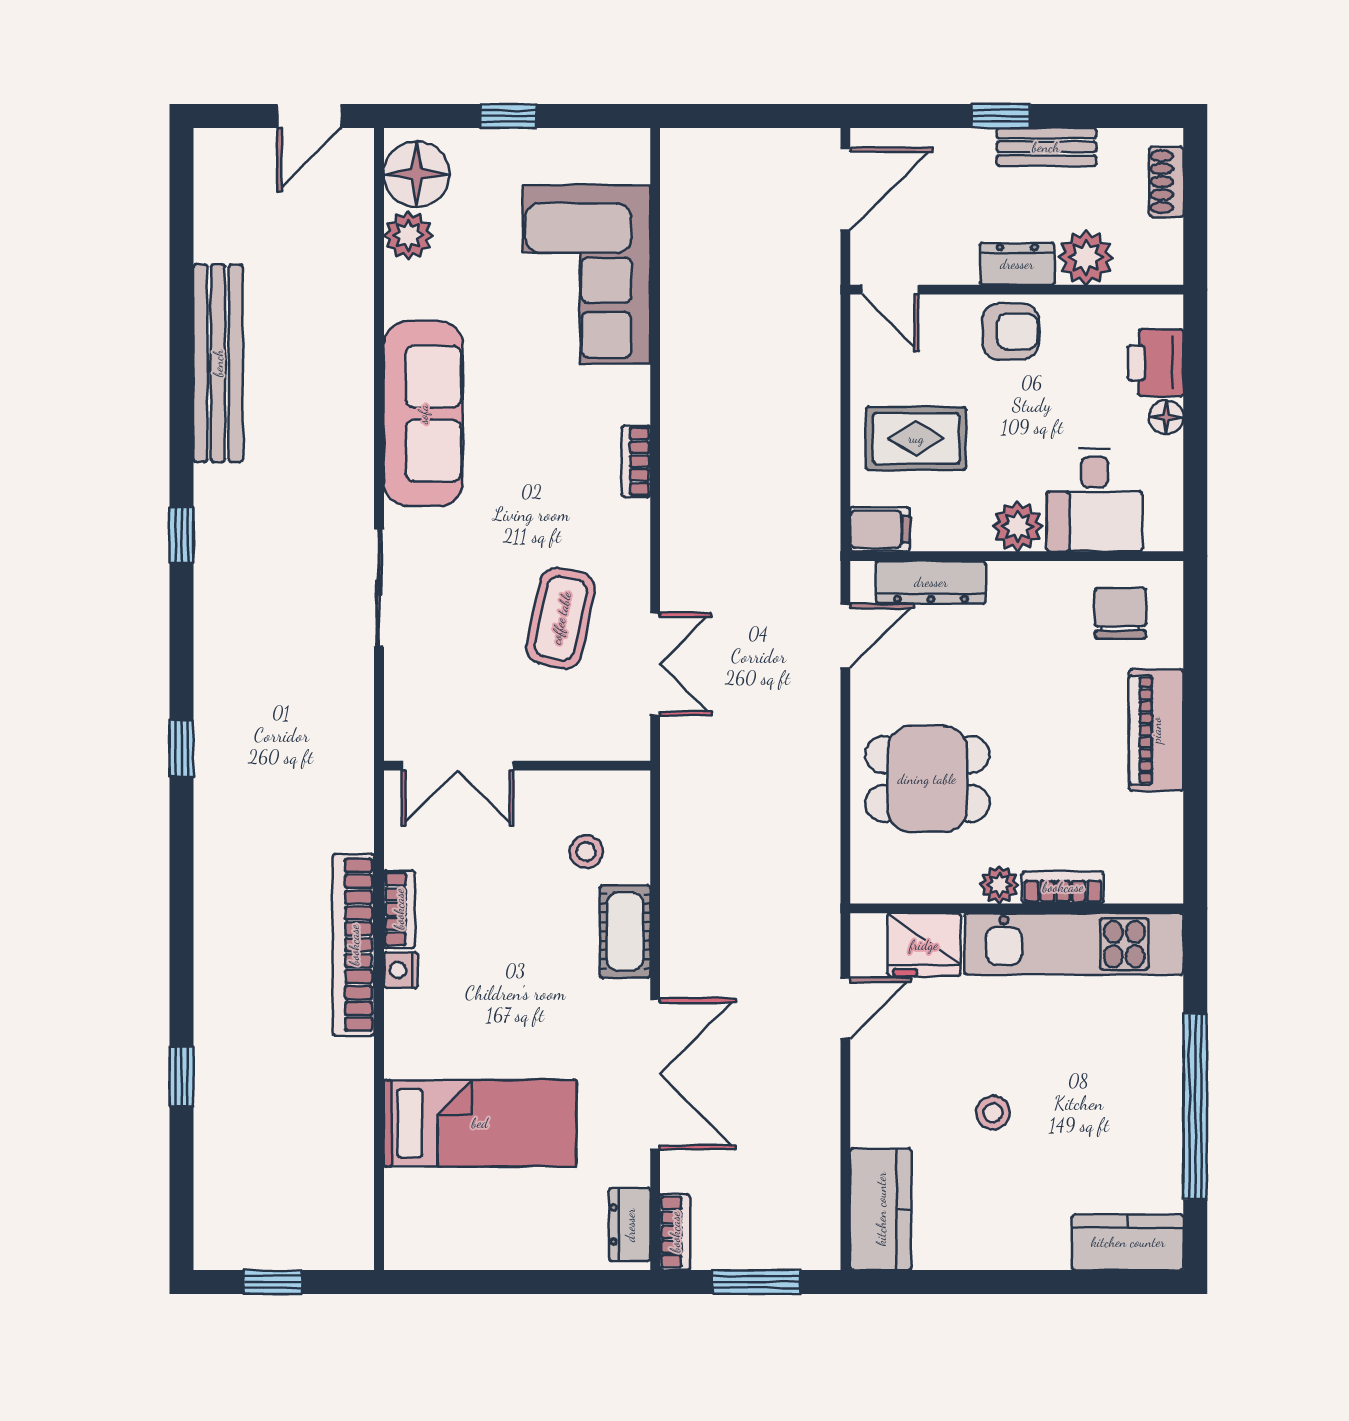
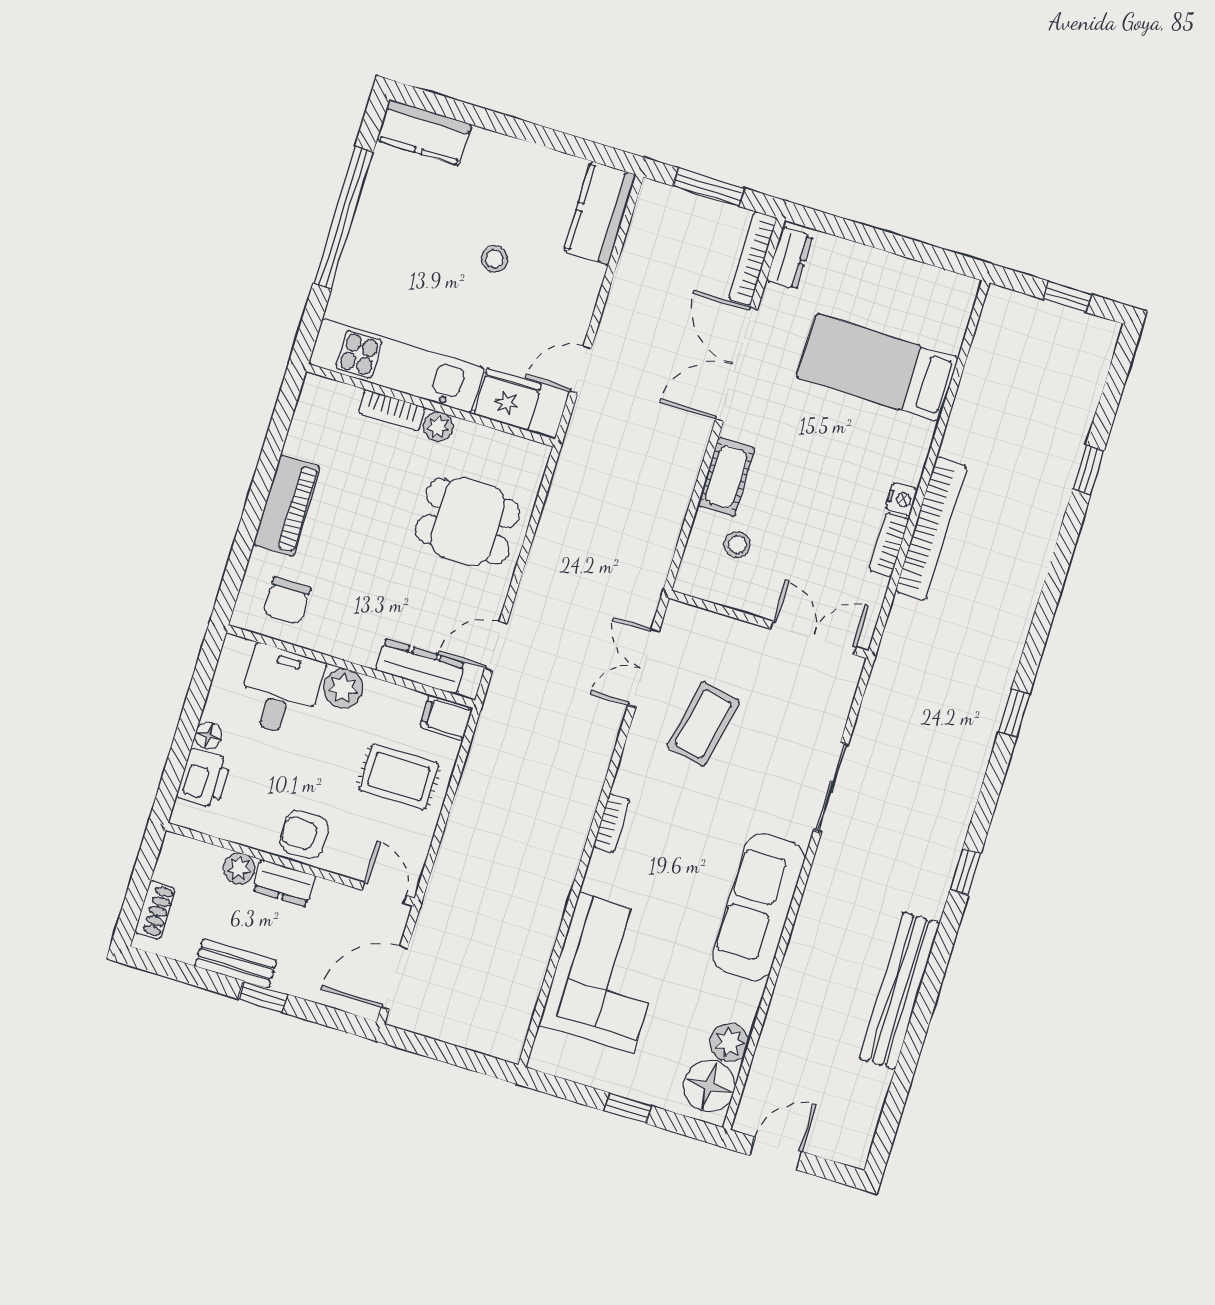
plant: (1086, 257) -> (239, 869), width x0.73, depth x0.73
bookcase: (675, 1232) -> (753, 258), width x1.56

